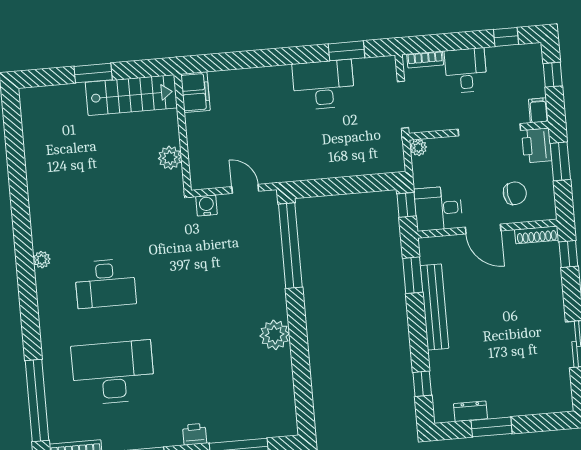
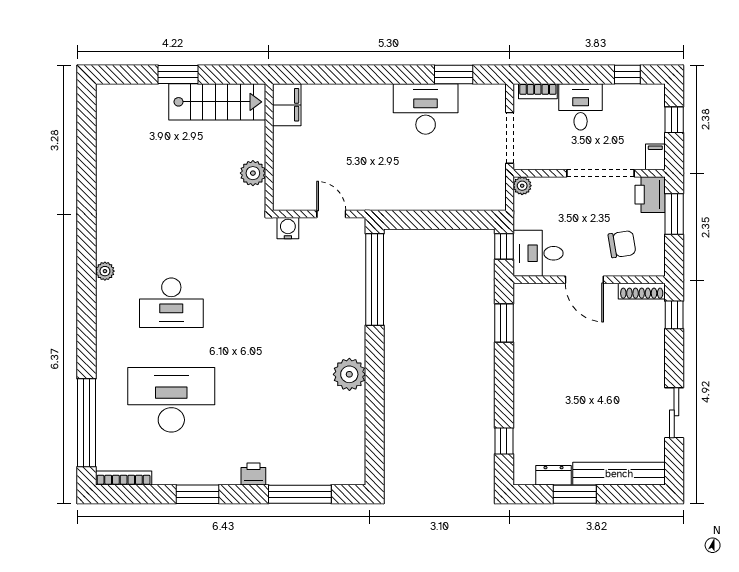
bench: (434, 307) -> (619, 474), moved, turned 90

